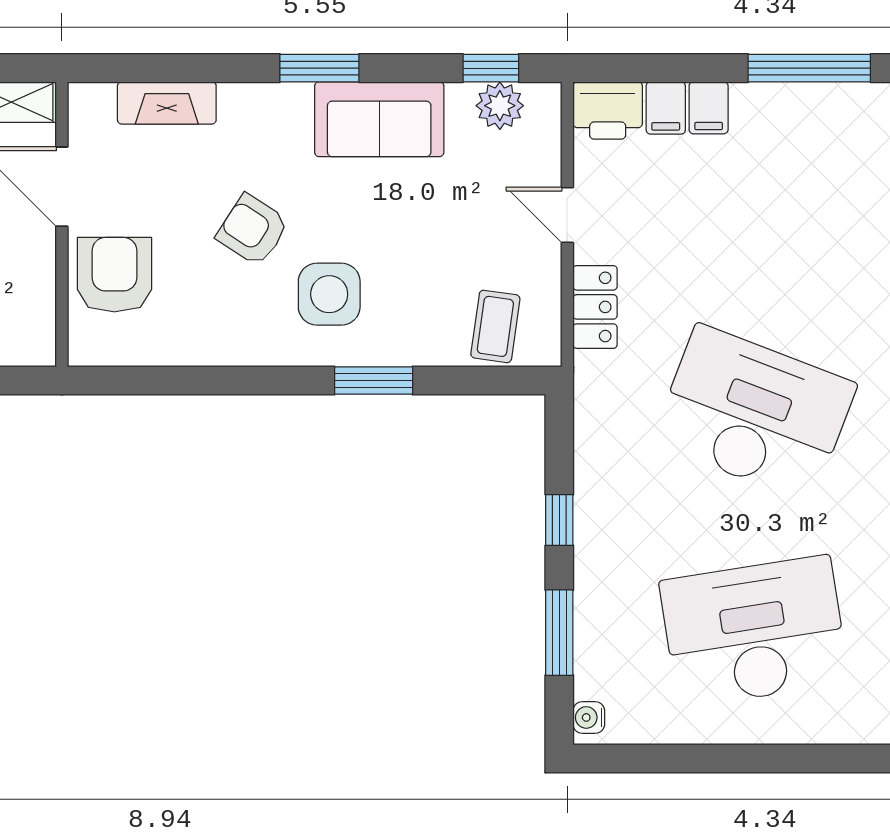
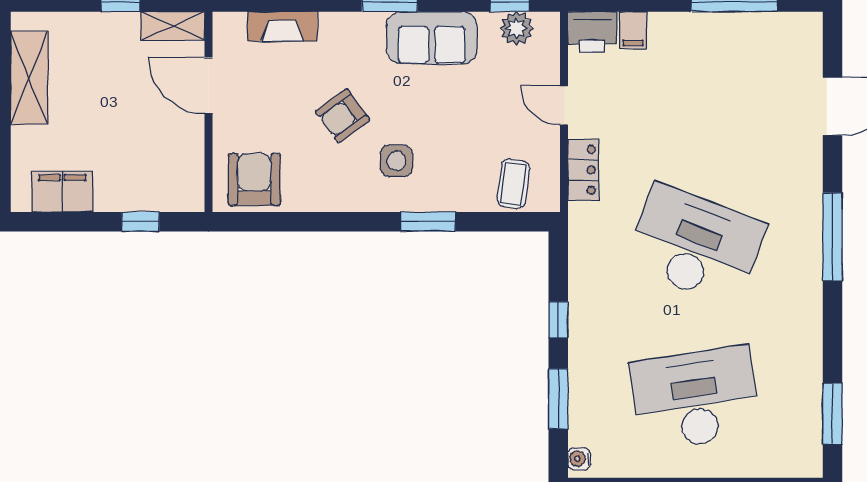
filing cabinet: (709, 108) -> (663, 30), removed
armchair: (253, 230) -> (343, 116), turned -69
armchair: (114, 275) -> (254, 179), moved
side table: (329, 294) -> (396, 161), width x0.73, depth x0.73

